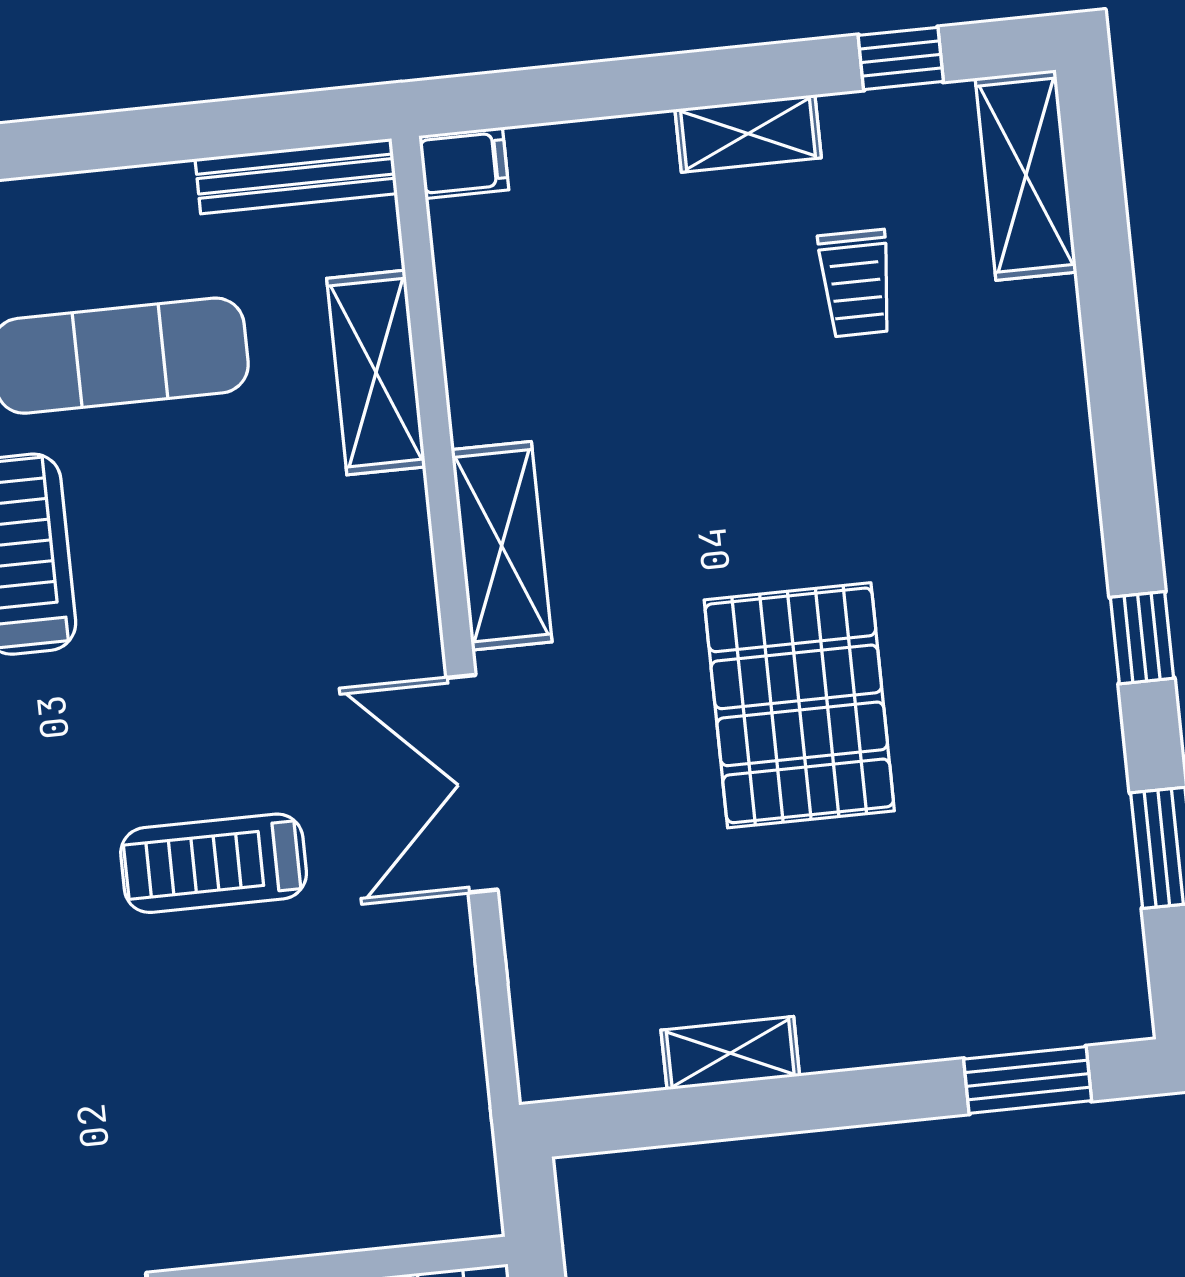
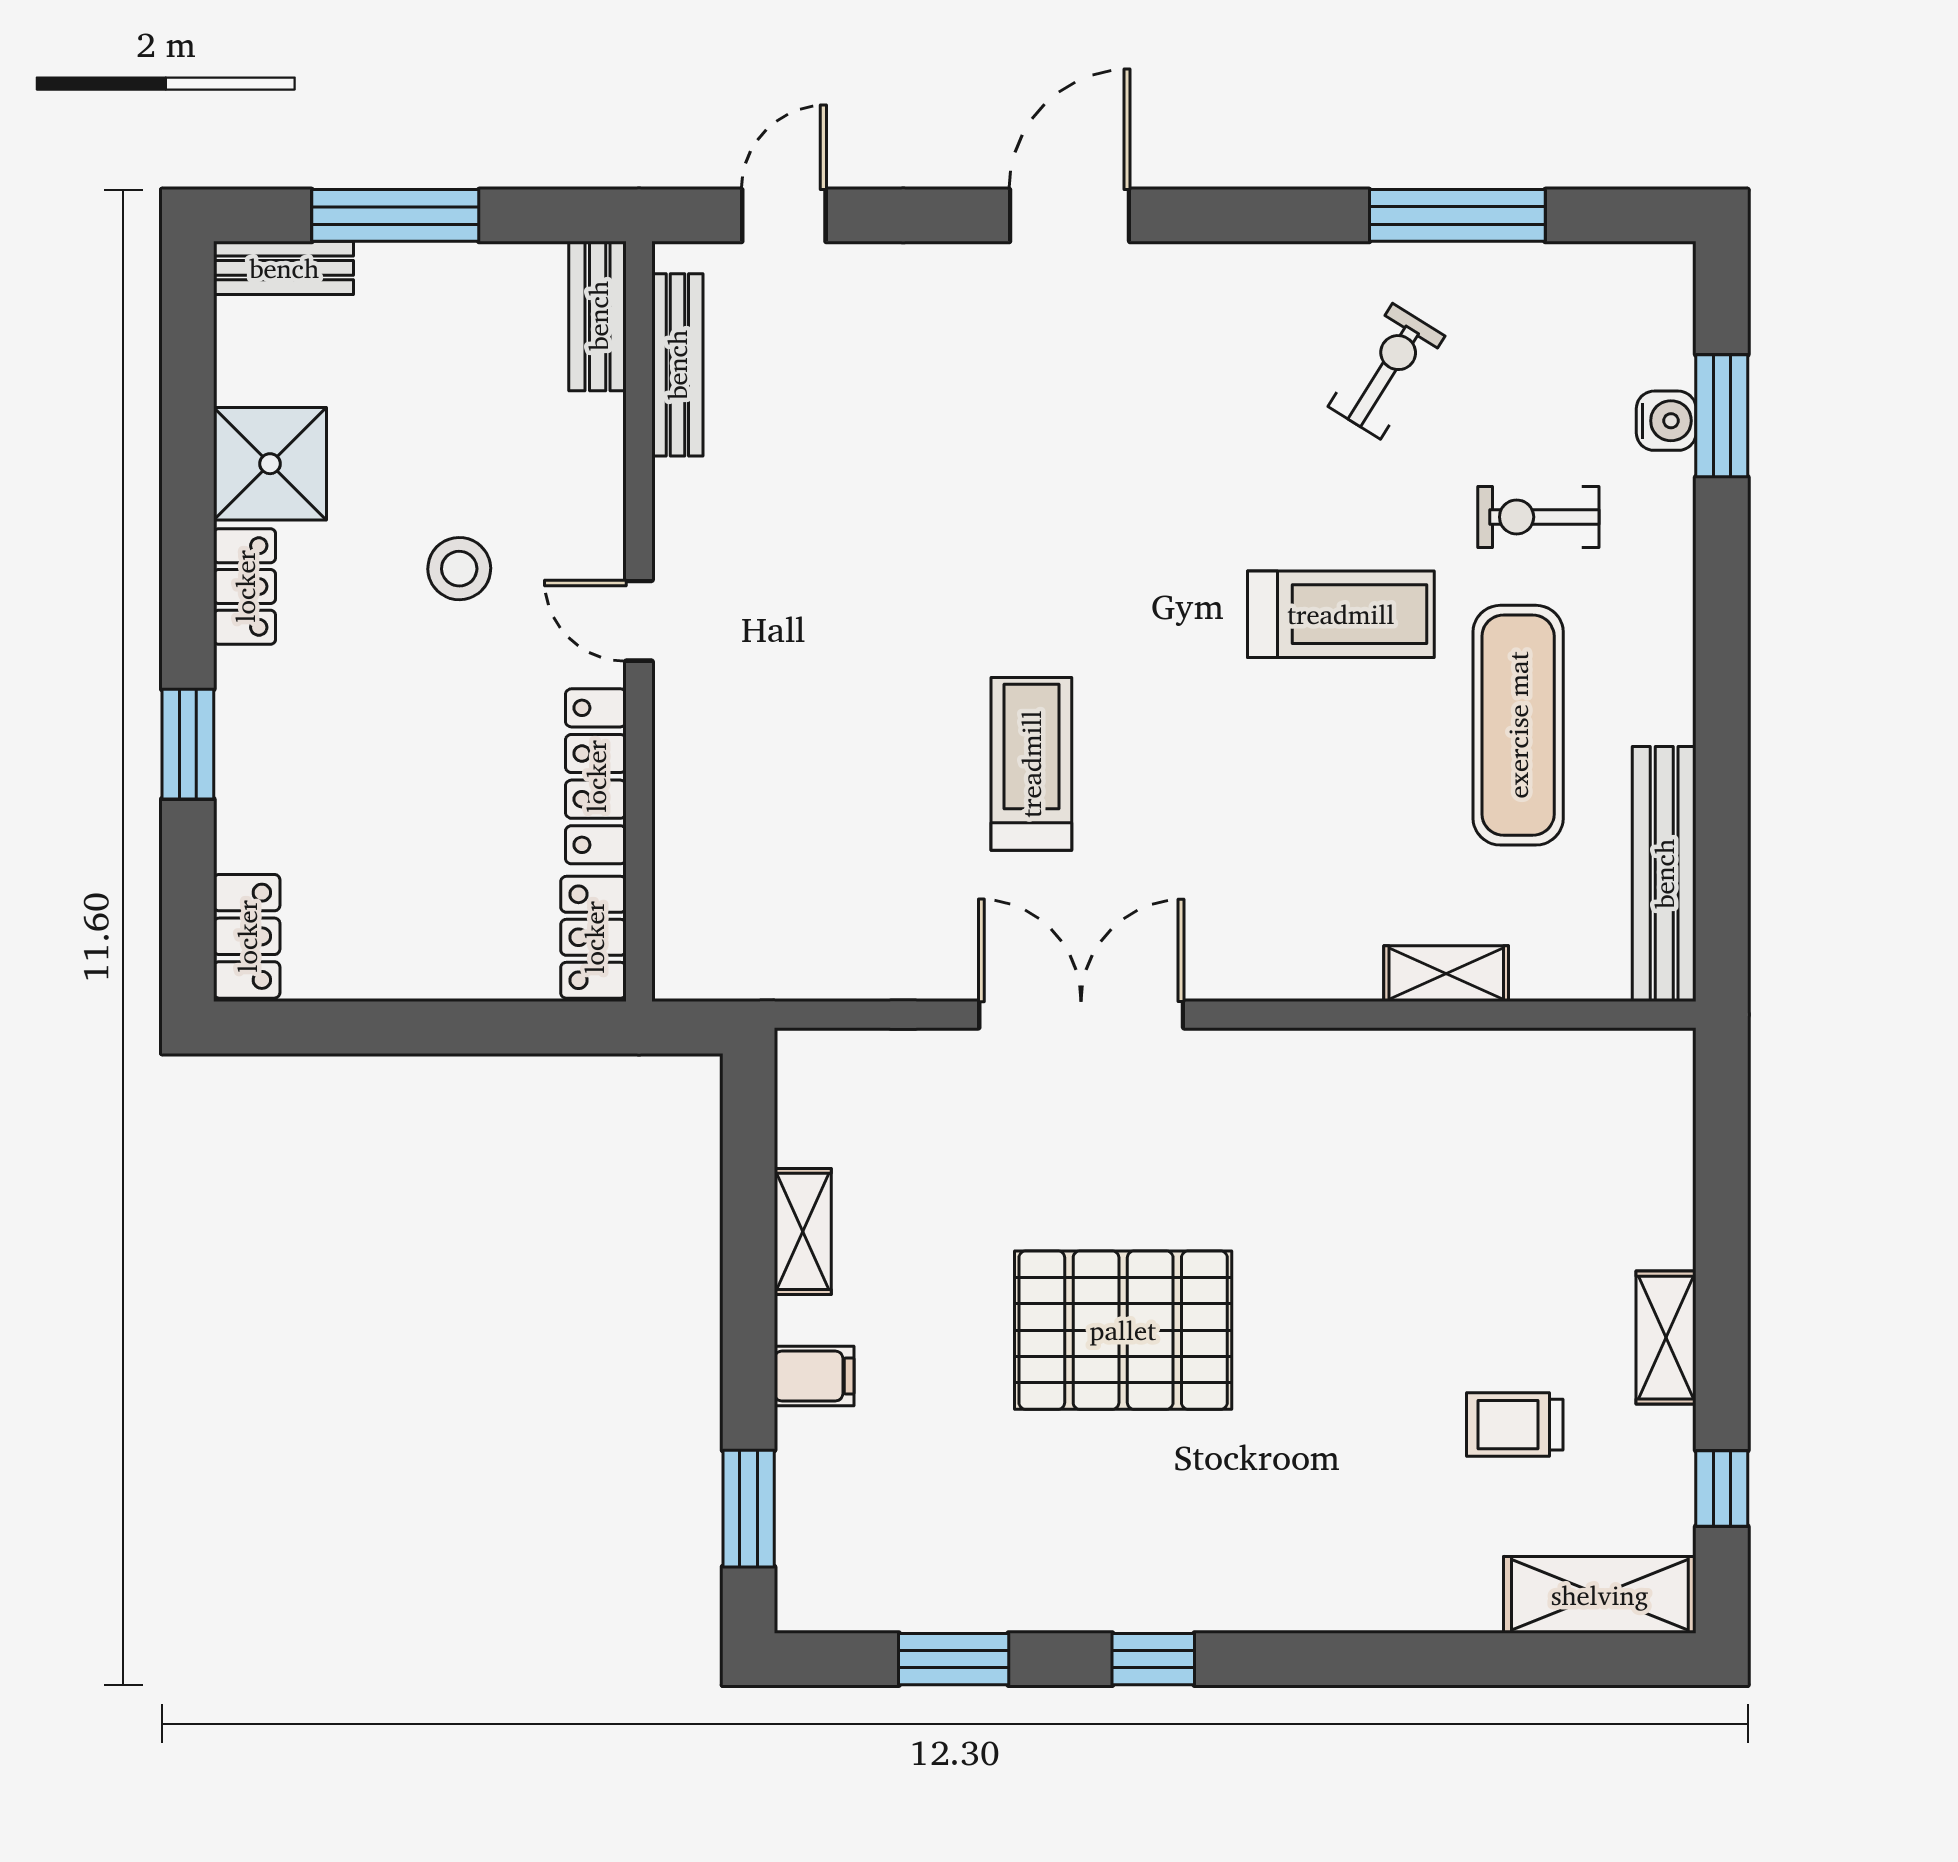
filing cabinet: (464, 163) -> (814, 1376), moved, turned -90
bench: (296, 176) -> (1664, 874), width x1.37, depth x1.21
shelving: (376, 373) -> (1446, 974), width x0.67, depth x0.75
shelving: (502, 546) -> (1302, 1066), removed

